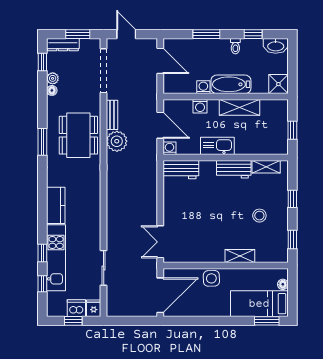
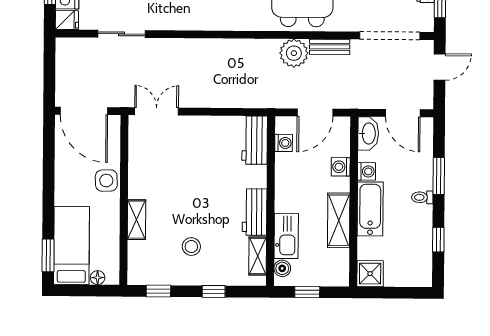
toilet: (235, 46) -> (422, 197), moved
washbasin: (276, 46) -> (368, 133), moved, turned 180
door: (160, 61) -> (403, 113), hinge flipped
kitchen sink: (217, 146) -> (286, 236), moved
washing machine: (170, 148) -> (284, 143), moved
boiler: (275, 149) -> (282, 268), added

